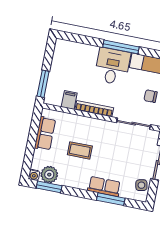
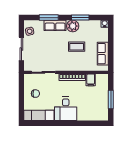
window: (121, 47) -> (62, 123), removed
window: (43, 84) -> (111, 99), moved
plant: (49, 175) -> (73, 26), moved
window: (49, 187) -> (80, 18), moved

